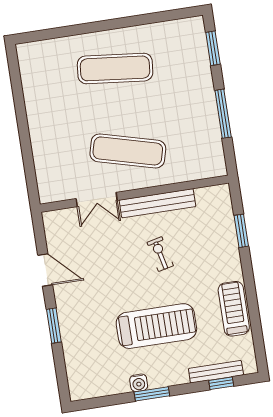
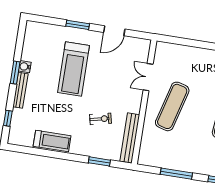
bench: (157, 203) -> (130, 138), moved
exercise bike: (160, 254) -> (101, 119), moved
treadmill: (156, 326) -> (73, 69), moved
bench: (216, 372) -> (20, 90), moved

